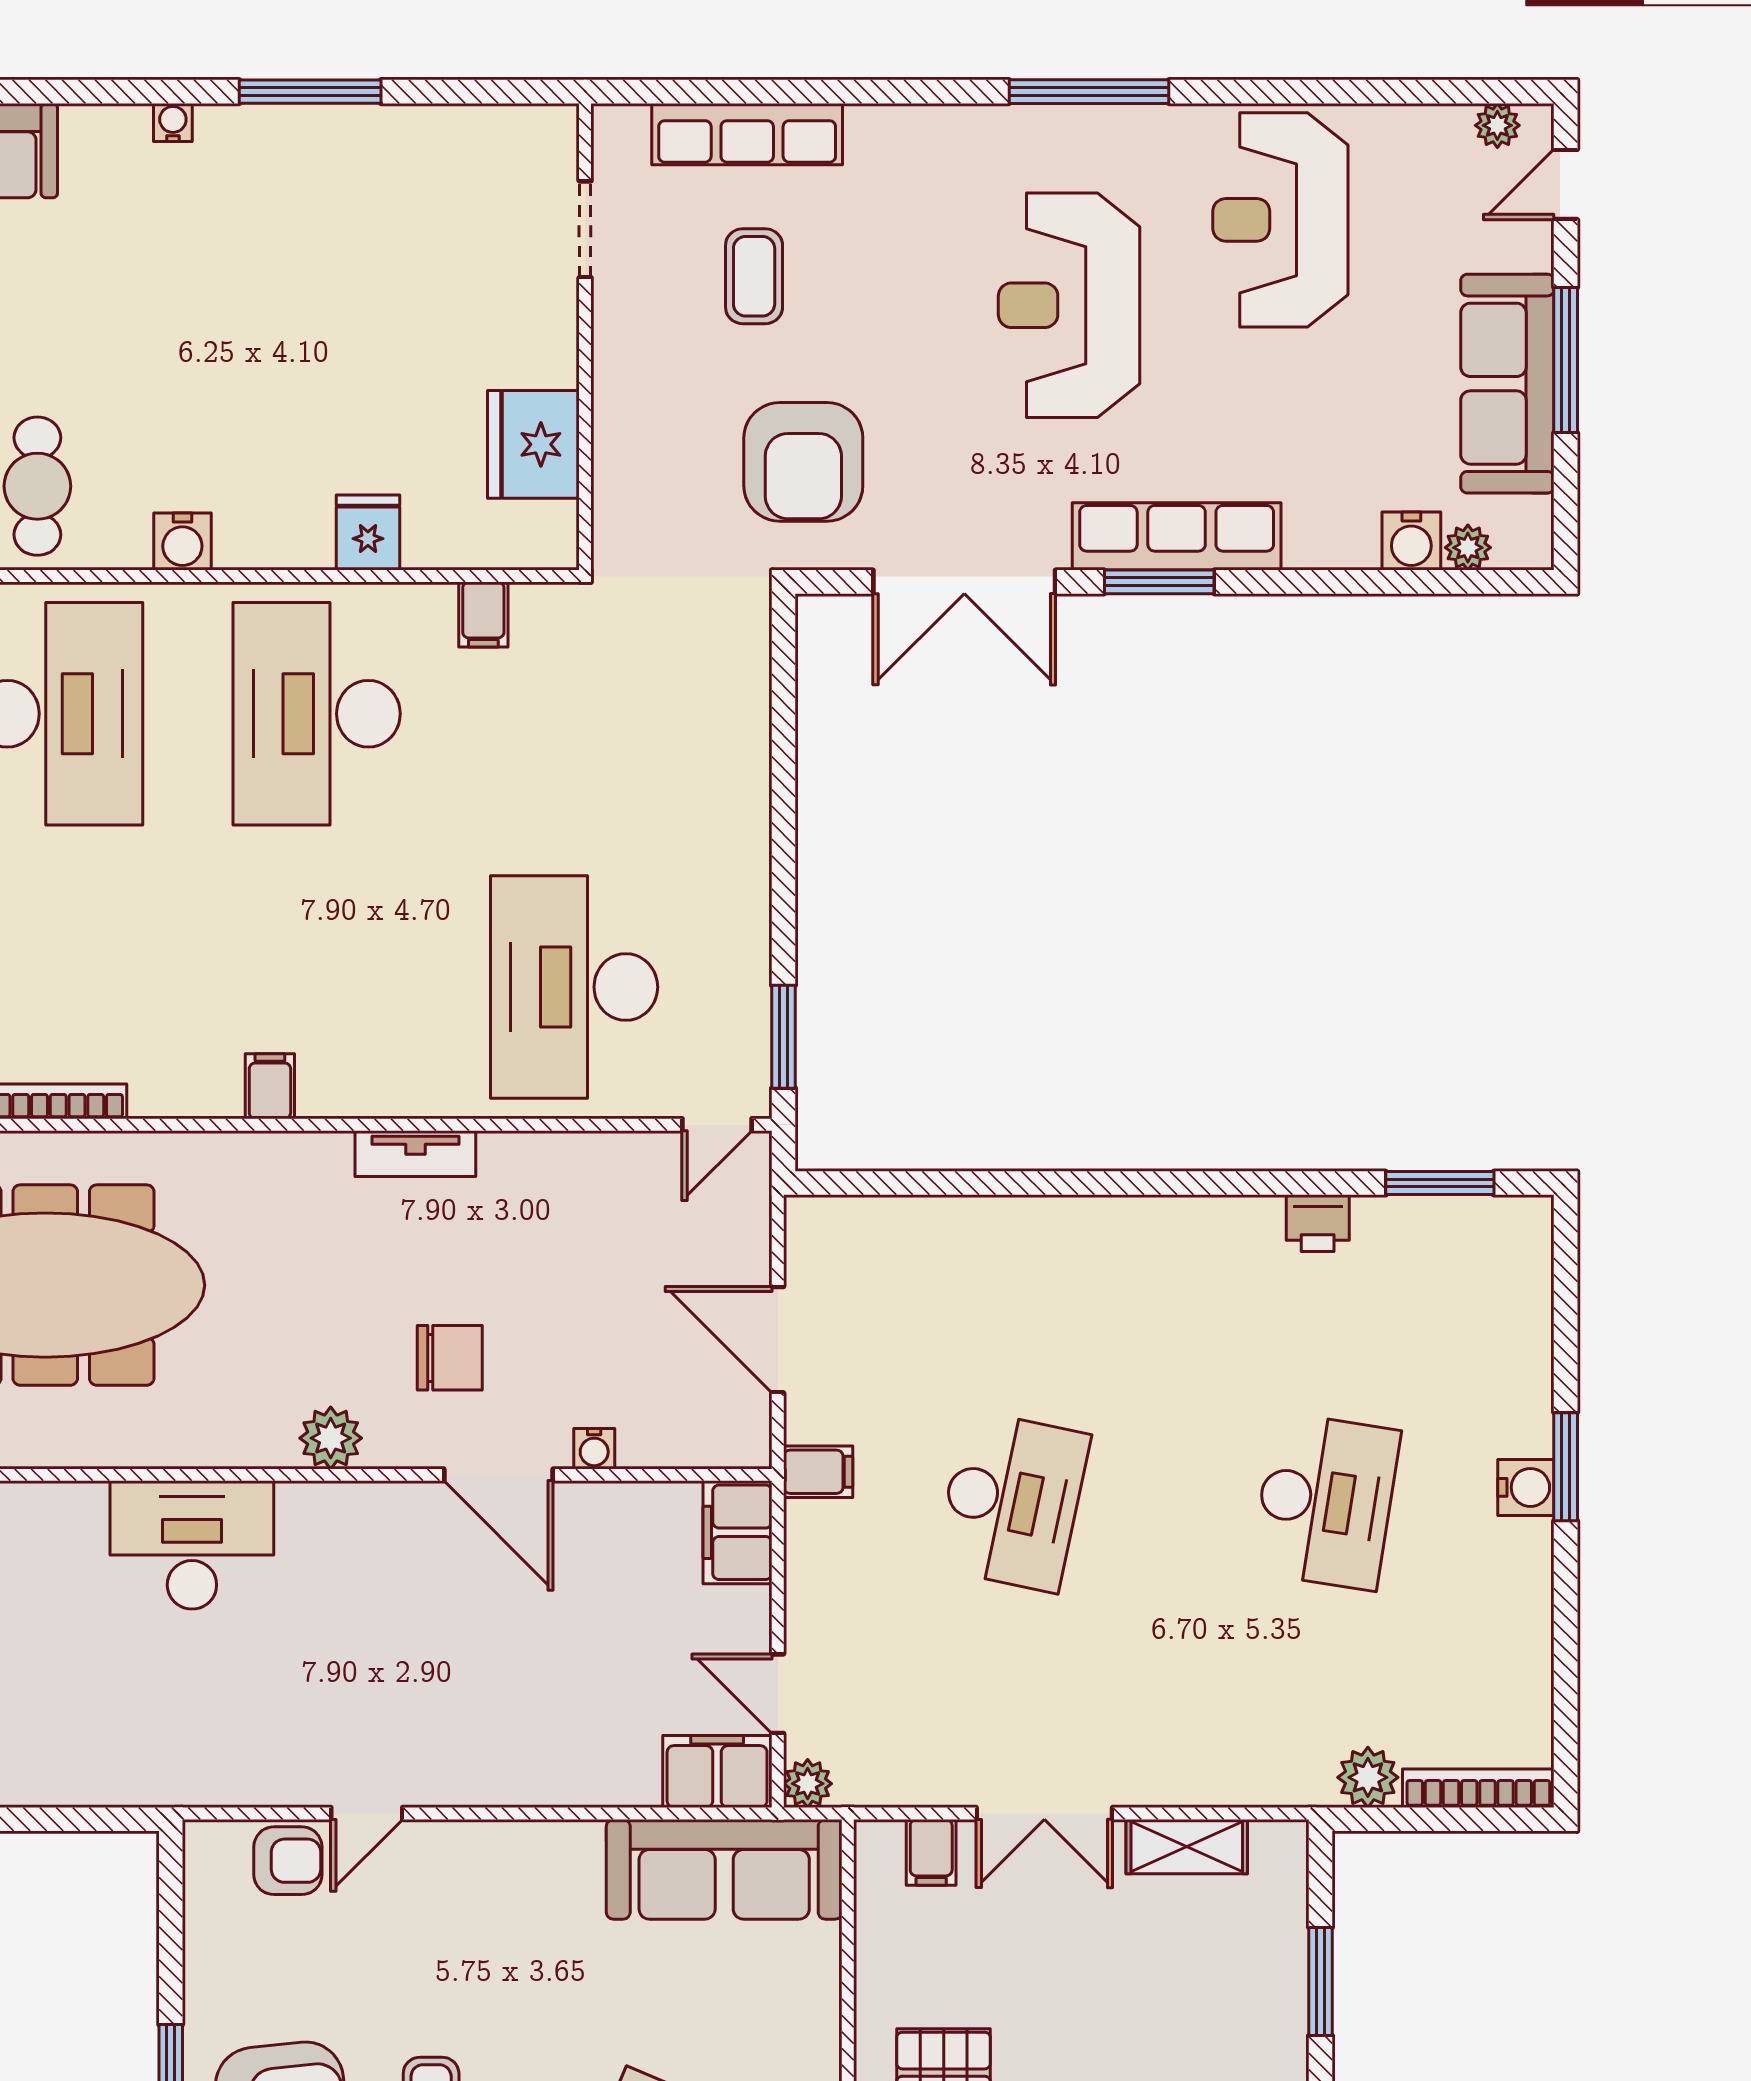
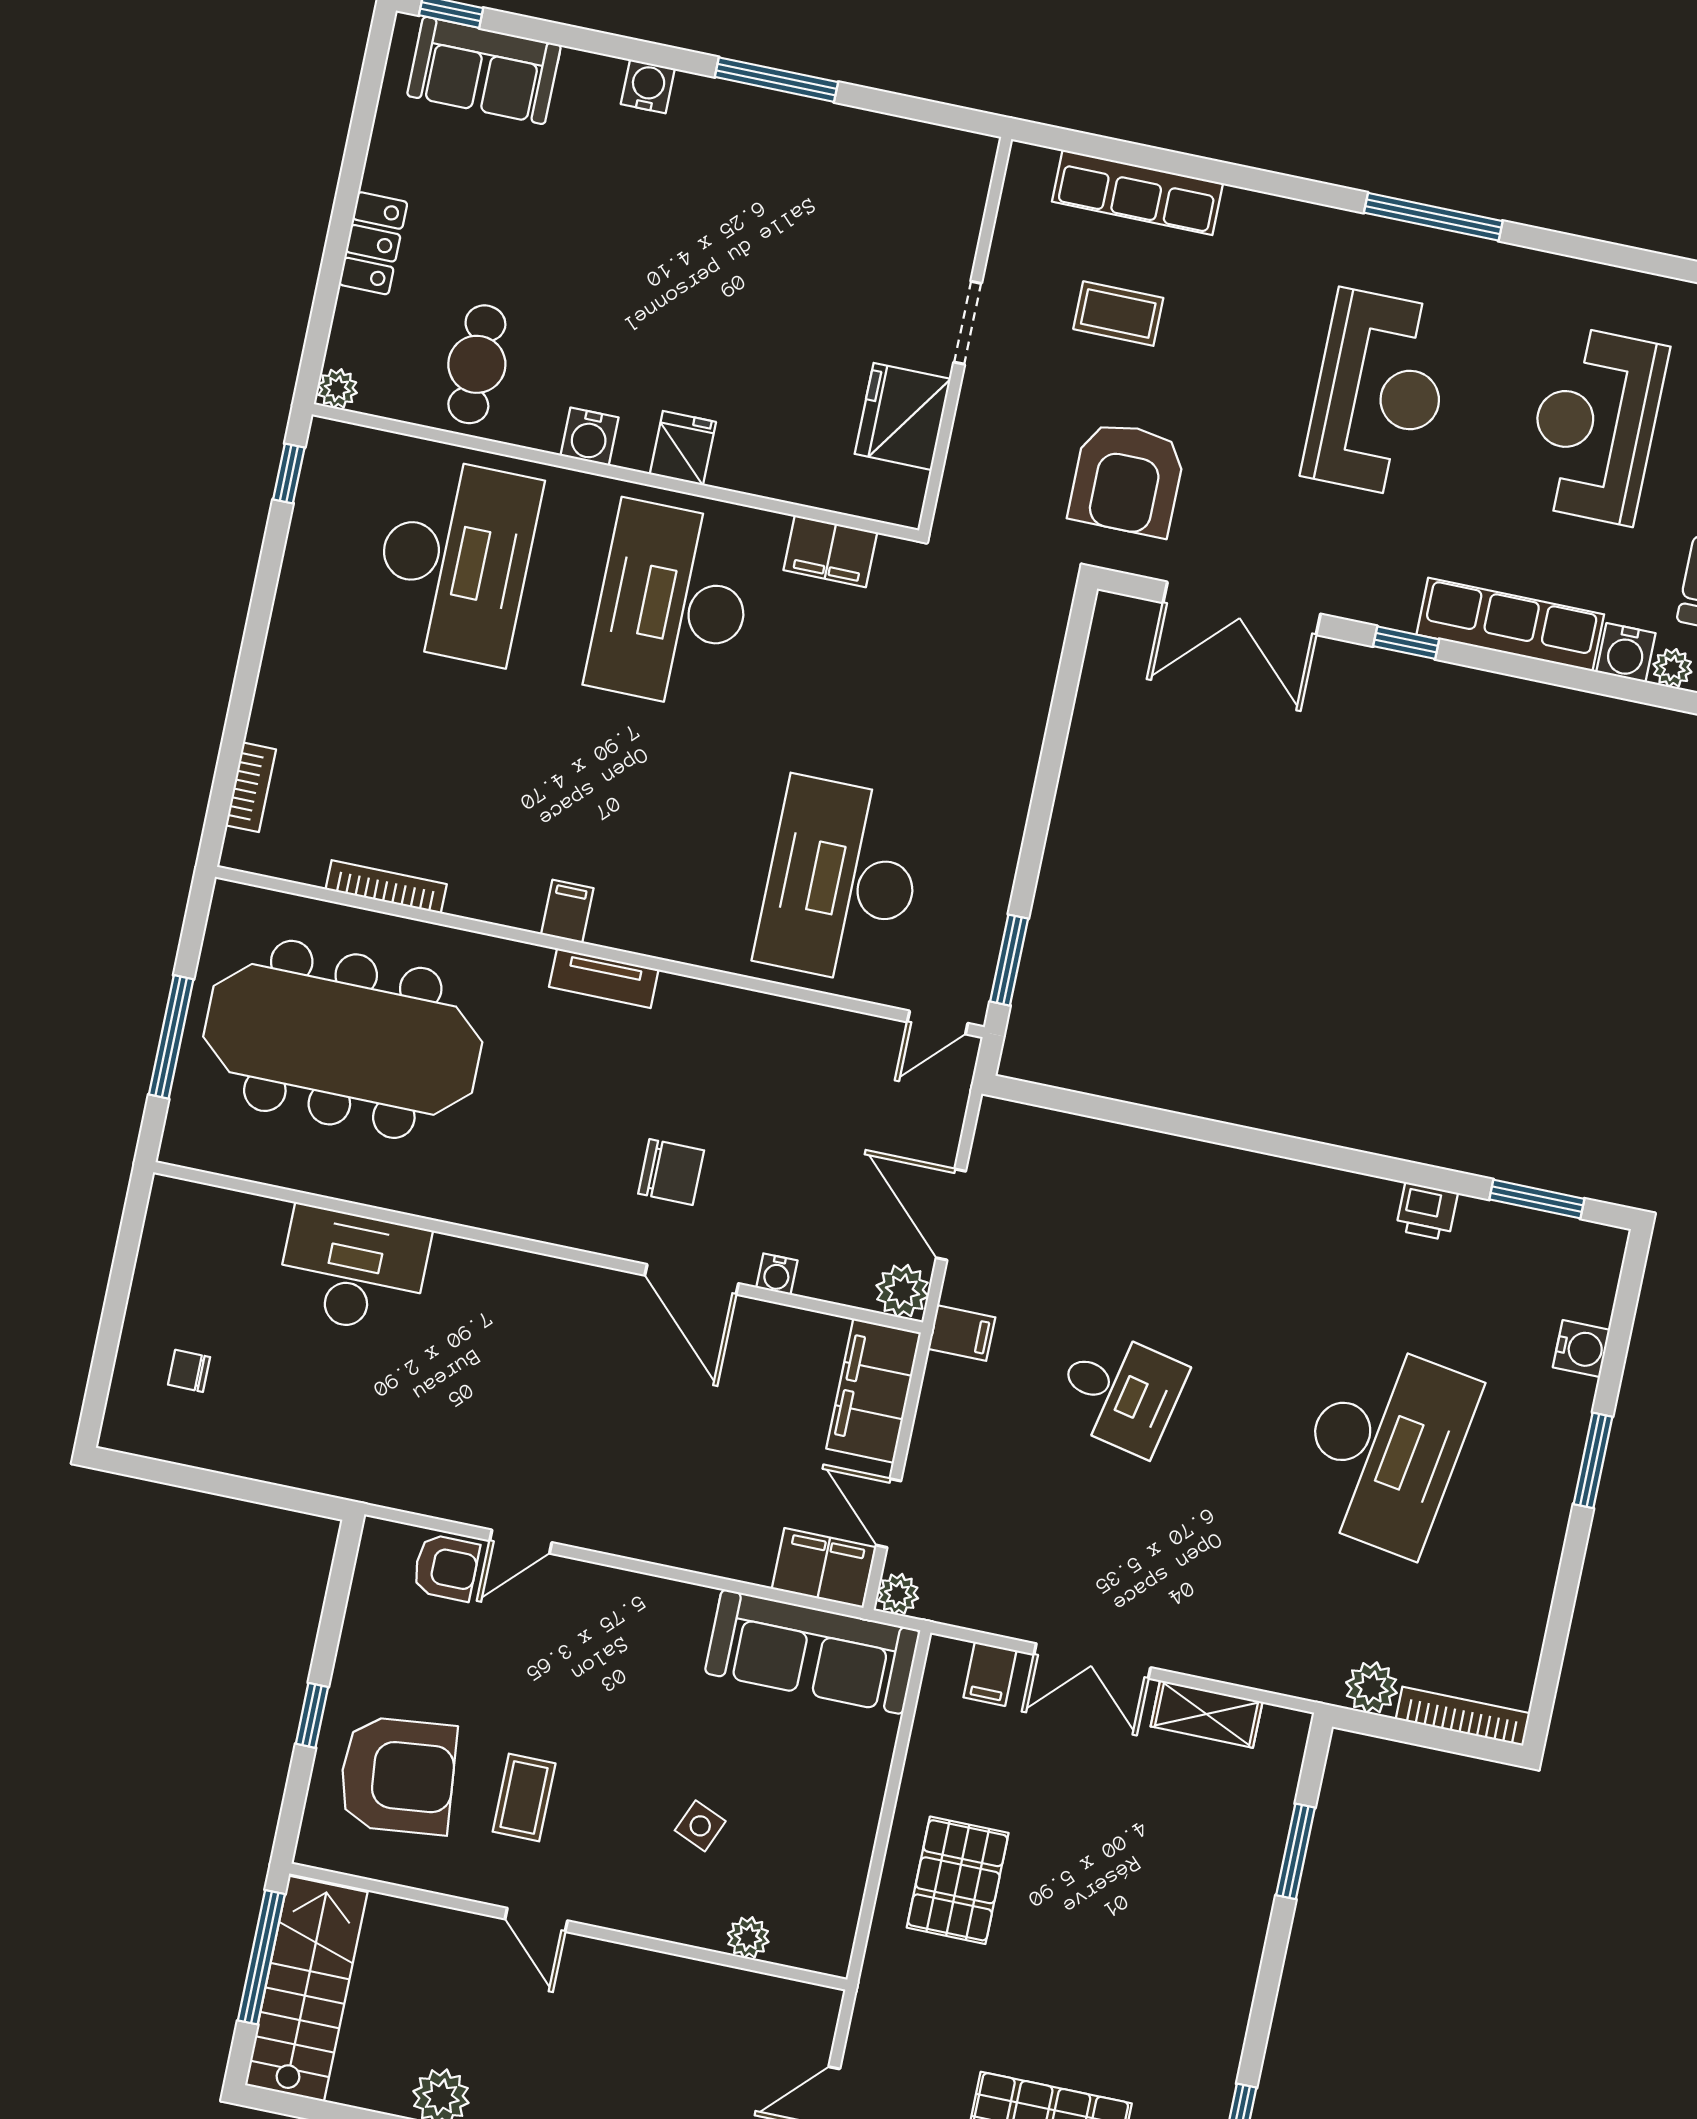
water cooler: (173, 123) -> (648, 86), width x1.38, depth x1.38
reception desk: (1280, 220) -> (1595, 425), moved
doorway: (585, 229) -> (968, 323), moved
coffee table: (754, 276) -> (1118, 314), turned 90
reception desk: (1069, 305) -> (1379, 393), turned 180
fridge: (368, 533) -> (683, 448), moved
row of seats: (1177, 536) -> (1510, 624), moved
window: (1159, 582) -> (1406, 643), width x0.67
filing cabinet: (483, 615) -> (830, 551), width x2.00
tv unit: (415, 1154) -> (604, 978), moved
plant: (331, 1438) -> (902, 1291), moved
water cooler: (1526, 1487) -> (1581, 1349), moved
desk: (1012, 1501) -> (1120, 1392), width x0.73
desk: (1325, 1501) -> (1384, 1447), width x1.36, depth x1.30
filing cabinet: (738, 1532) -> (874, 1391), width x1.50, depth x1.17
desk: (192, 1545) -> (353, 1270), moved

